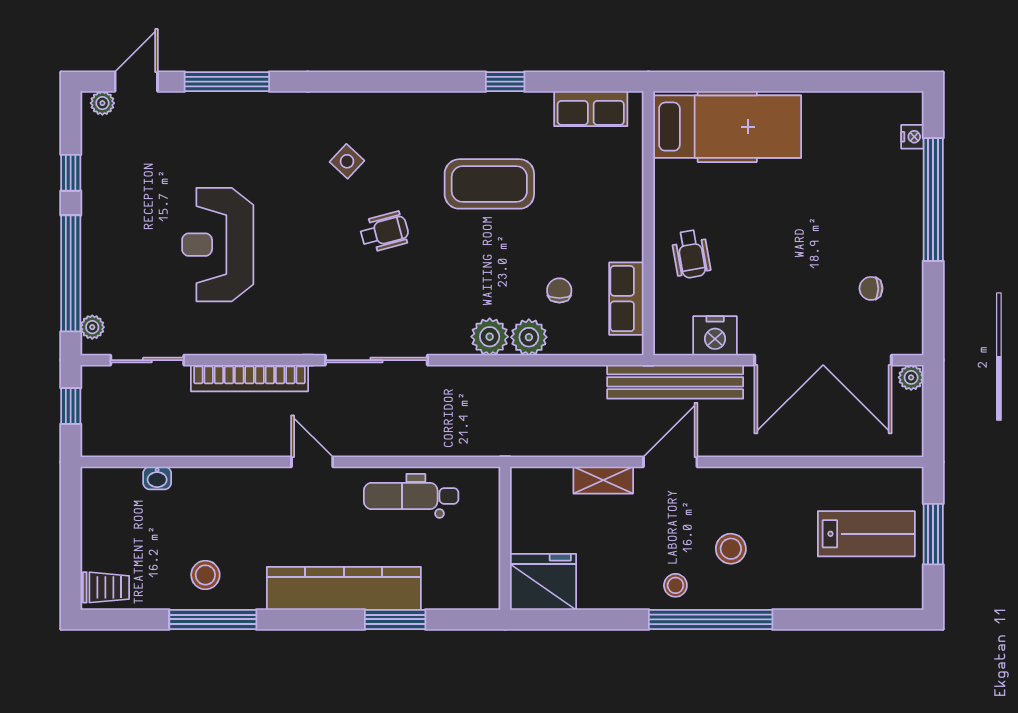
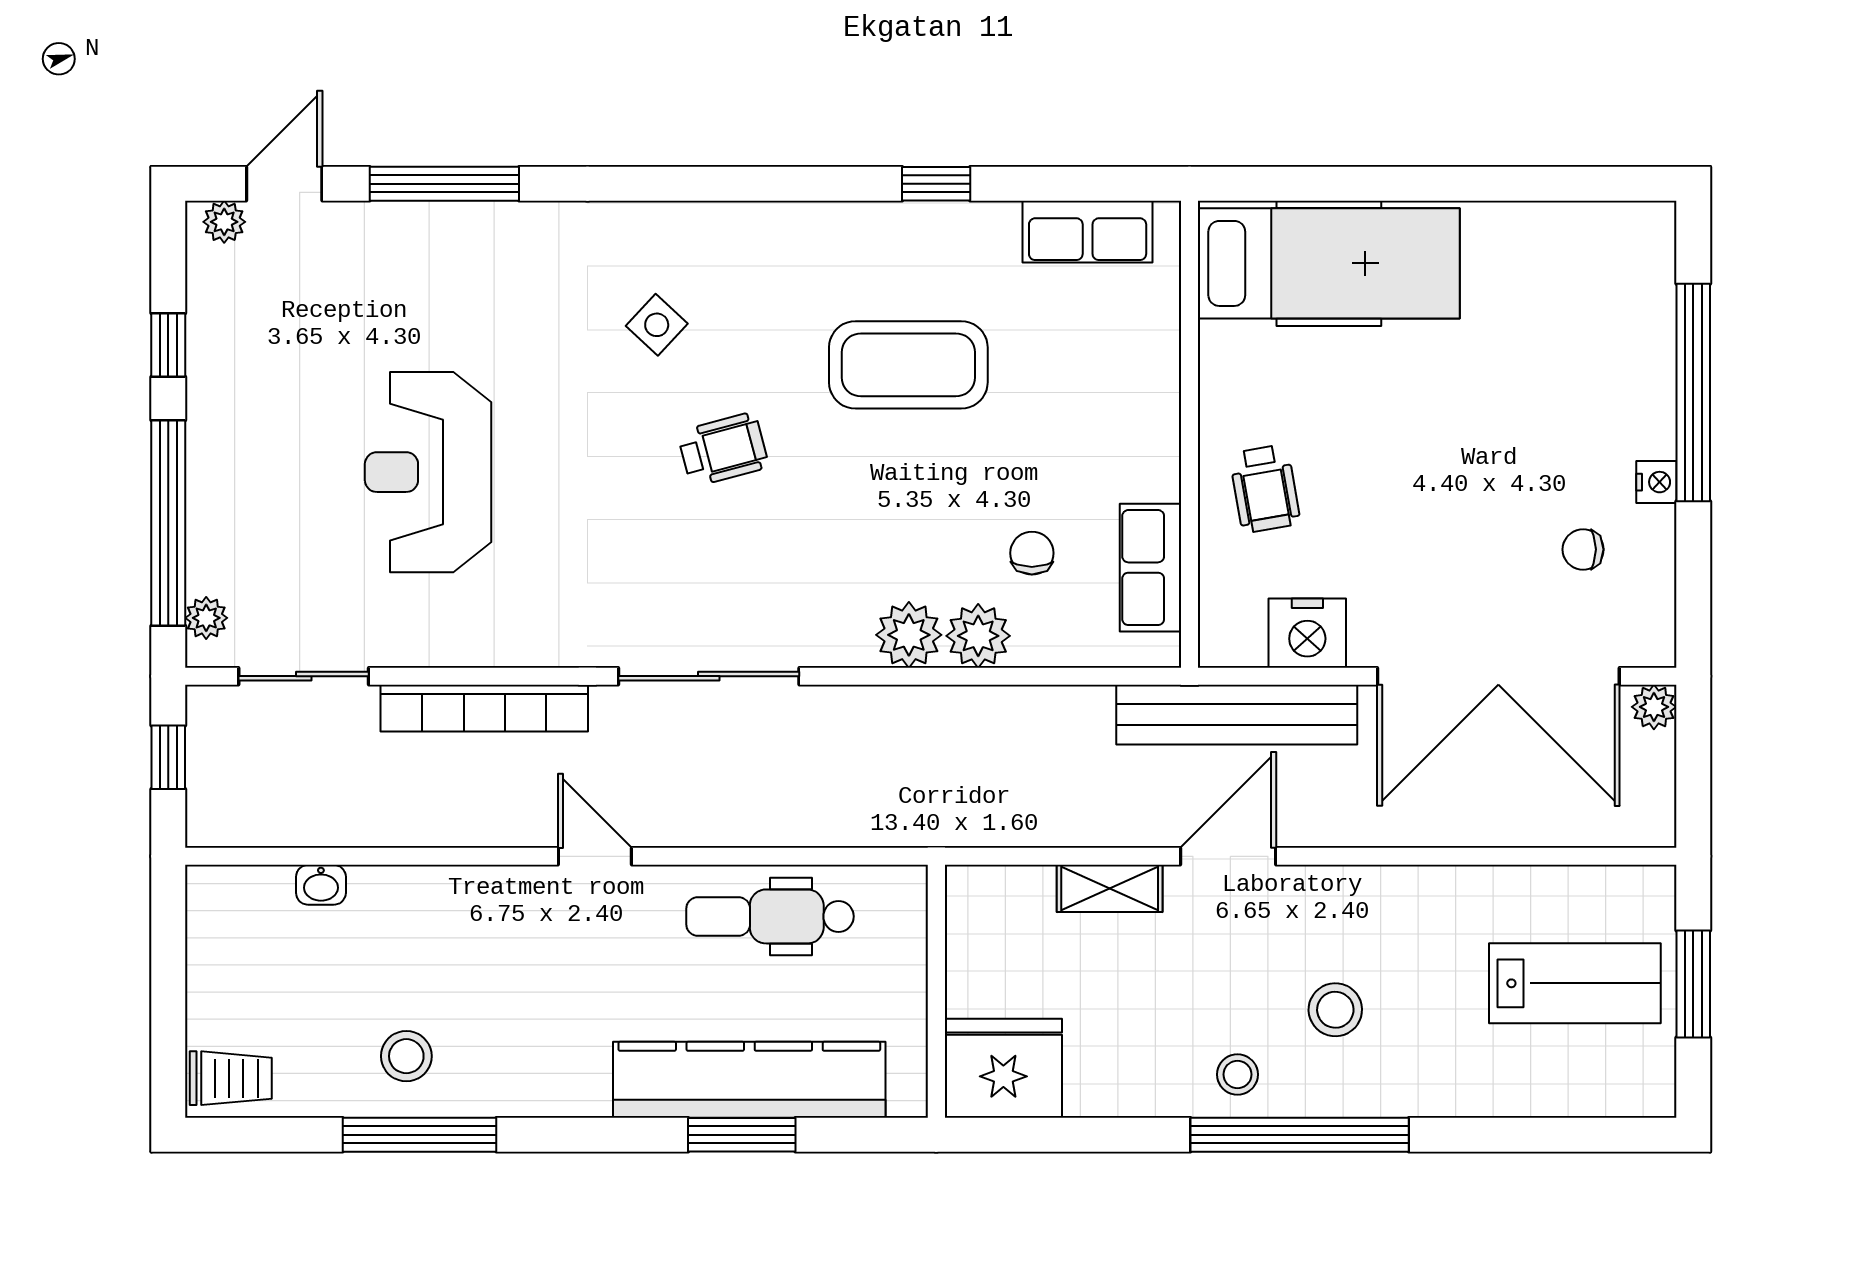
nightstand: (912, 137) -> (1656, 482), moved
kitchen counter: (344, 588) -> (749, 1080), moved

